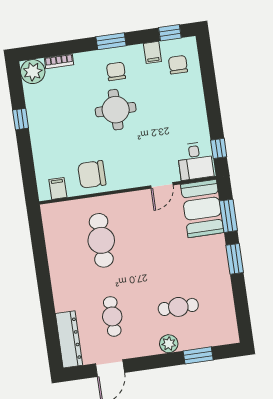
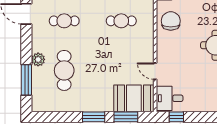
cafe table: (101, 240) -> (121, 21), width x0.73, depth x0.74
cafe table: (178, 307) -> (64, 70), width x1.37, depth x1.35
window: (198, 355) -> (26, 80), width x1.44

